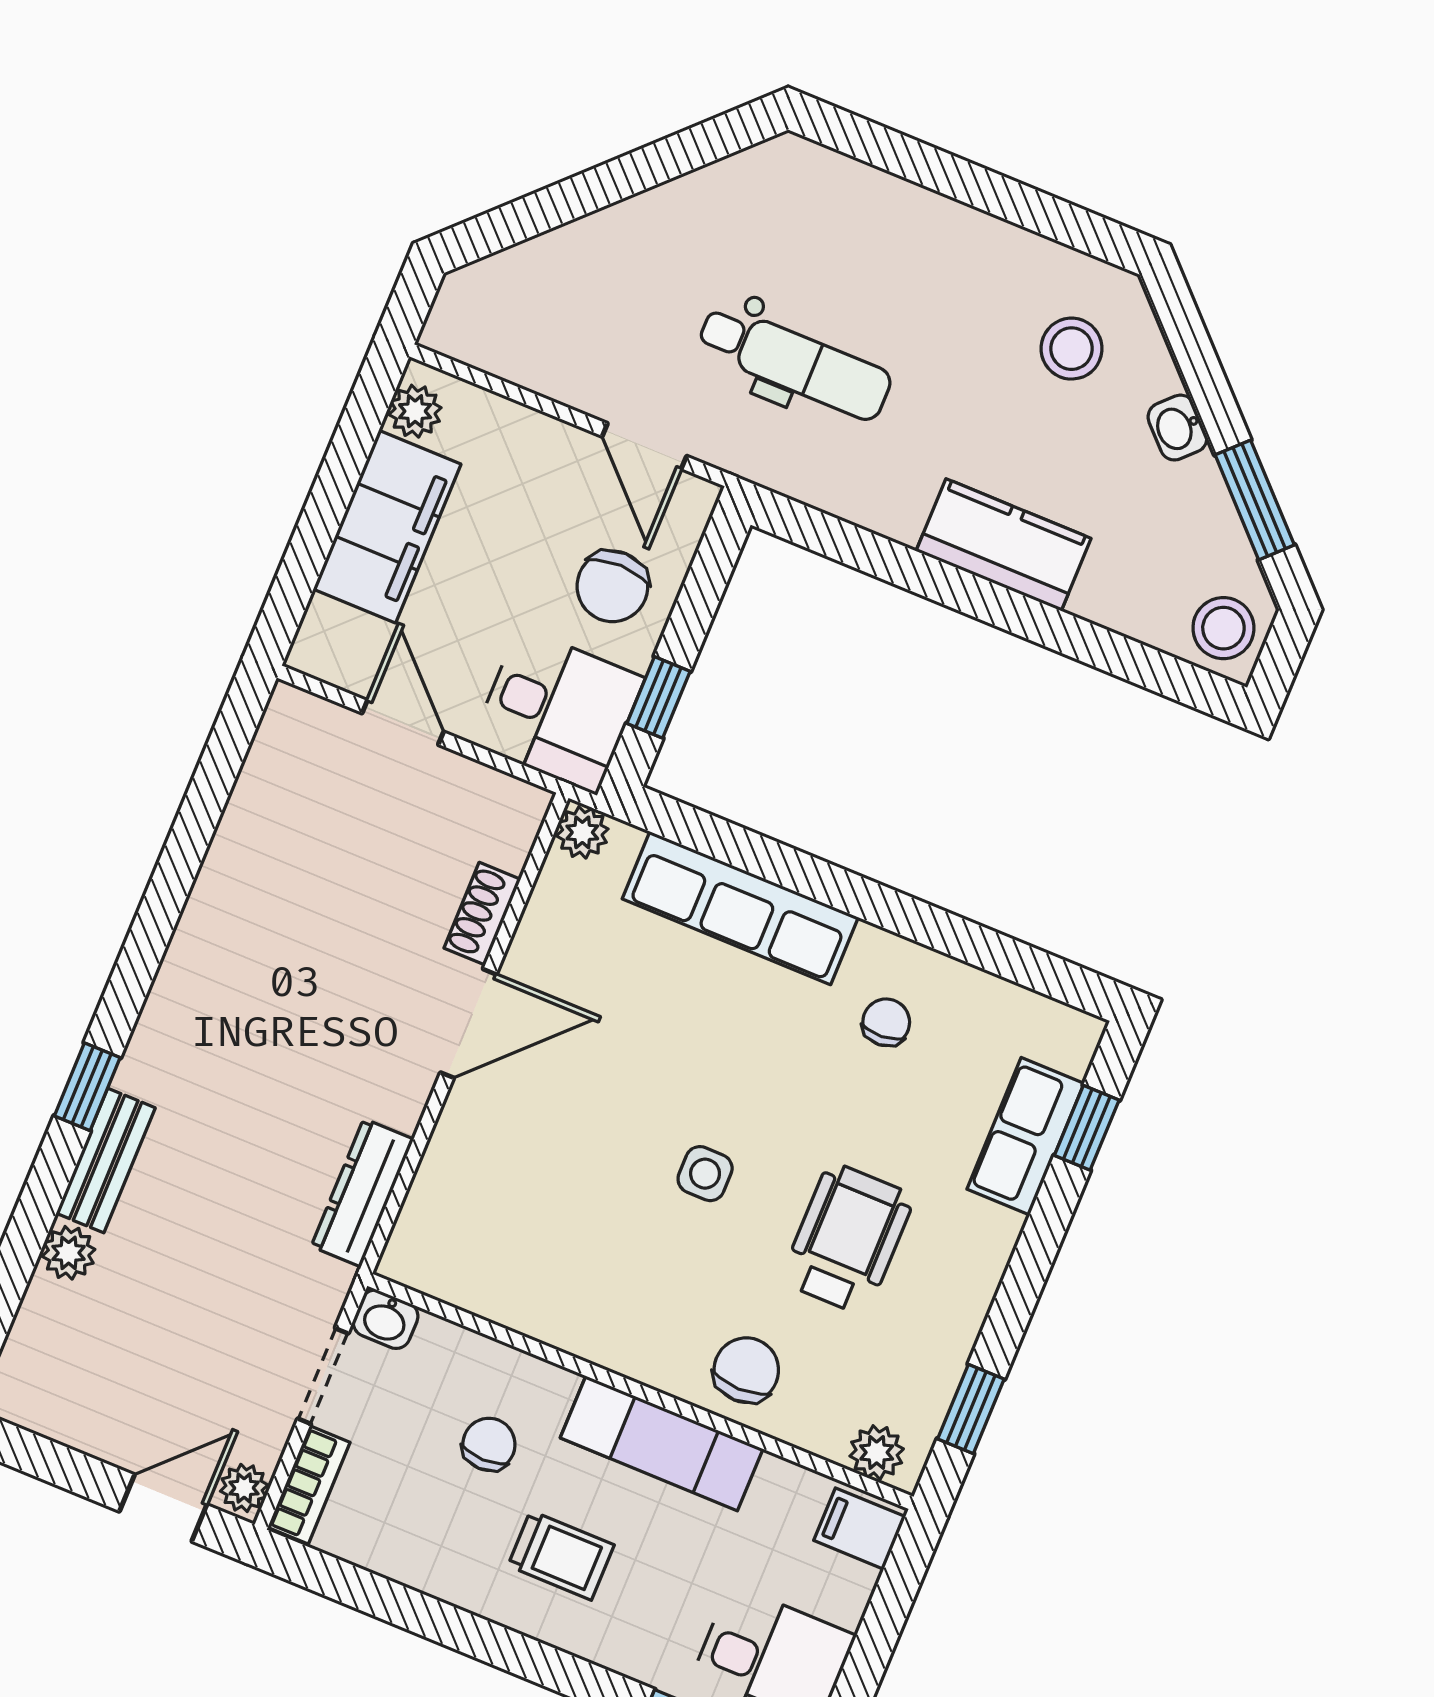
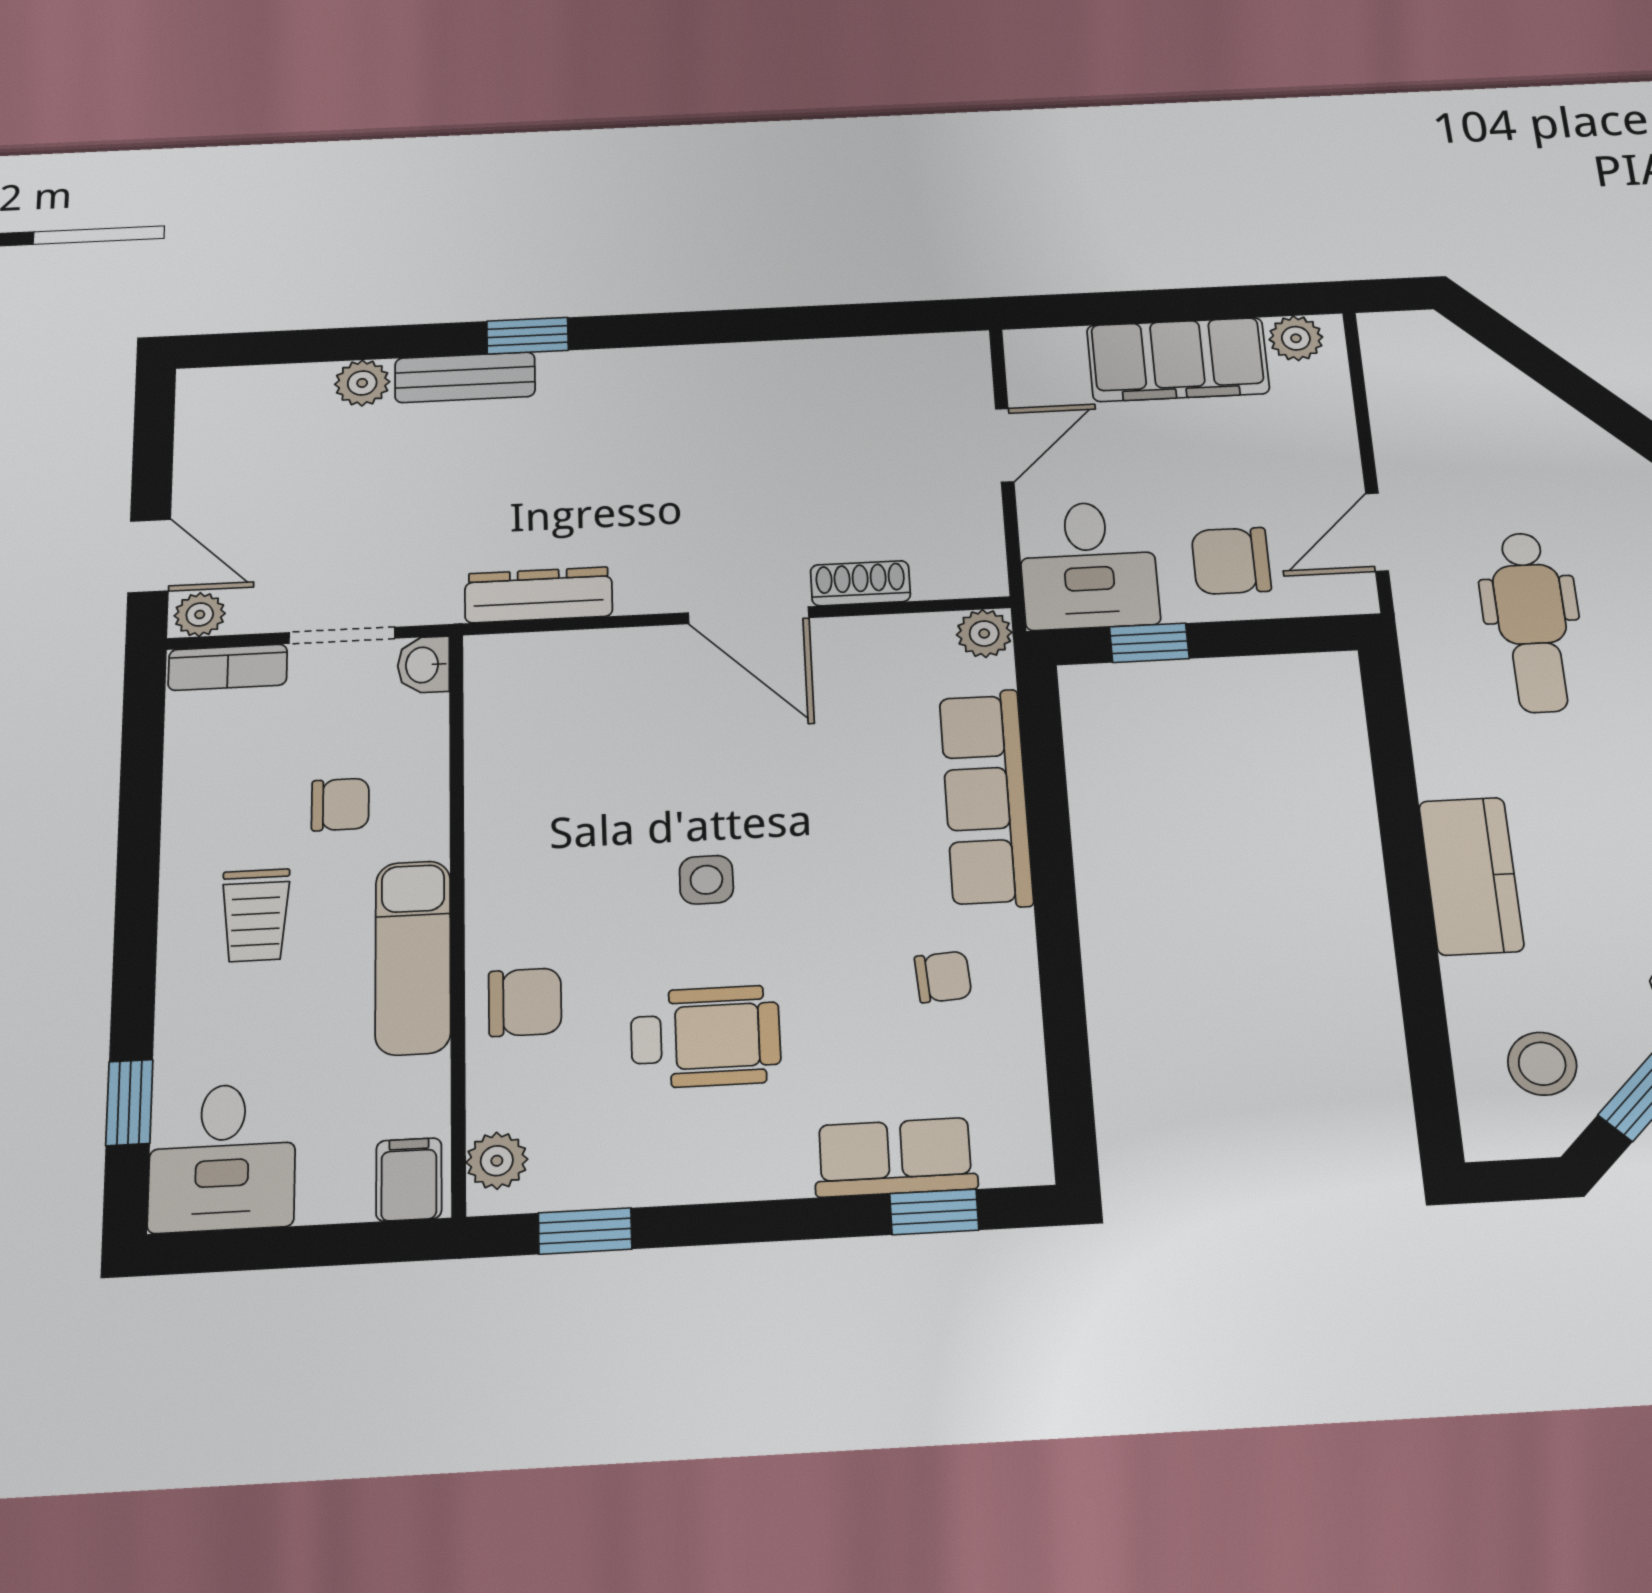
stool: (1223, 628) -> (1542, 1064), moved

